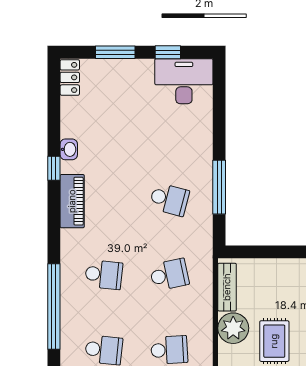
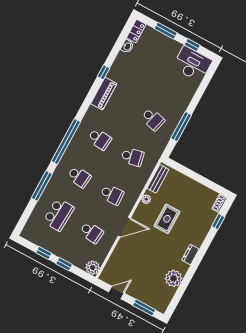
washbasin: (69, 149) -> (127, 46), moved
plant: (233, 328) -> (146, 199), width x0.53, depth x0.53

